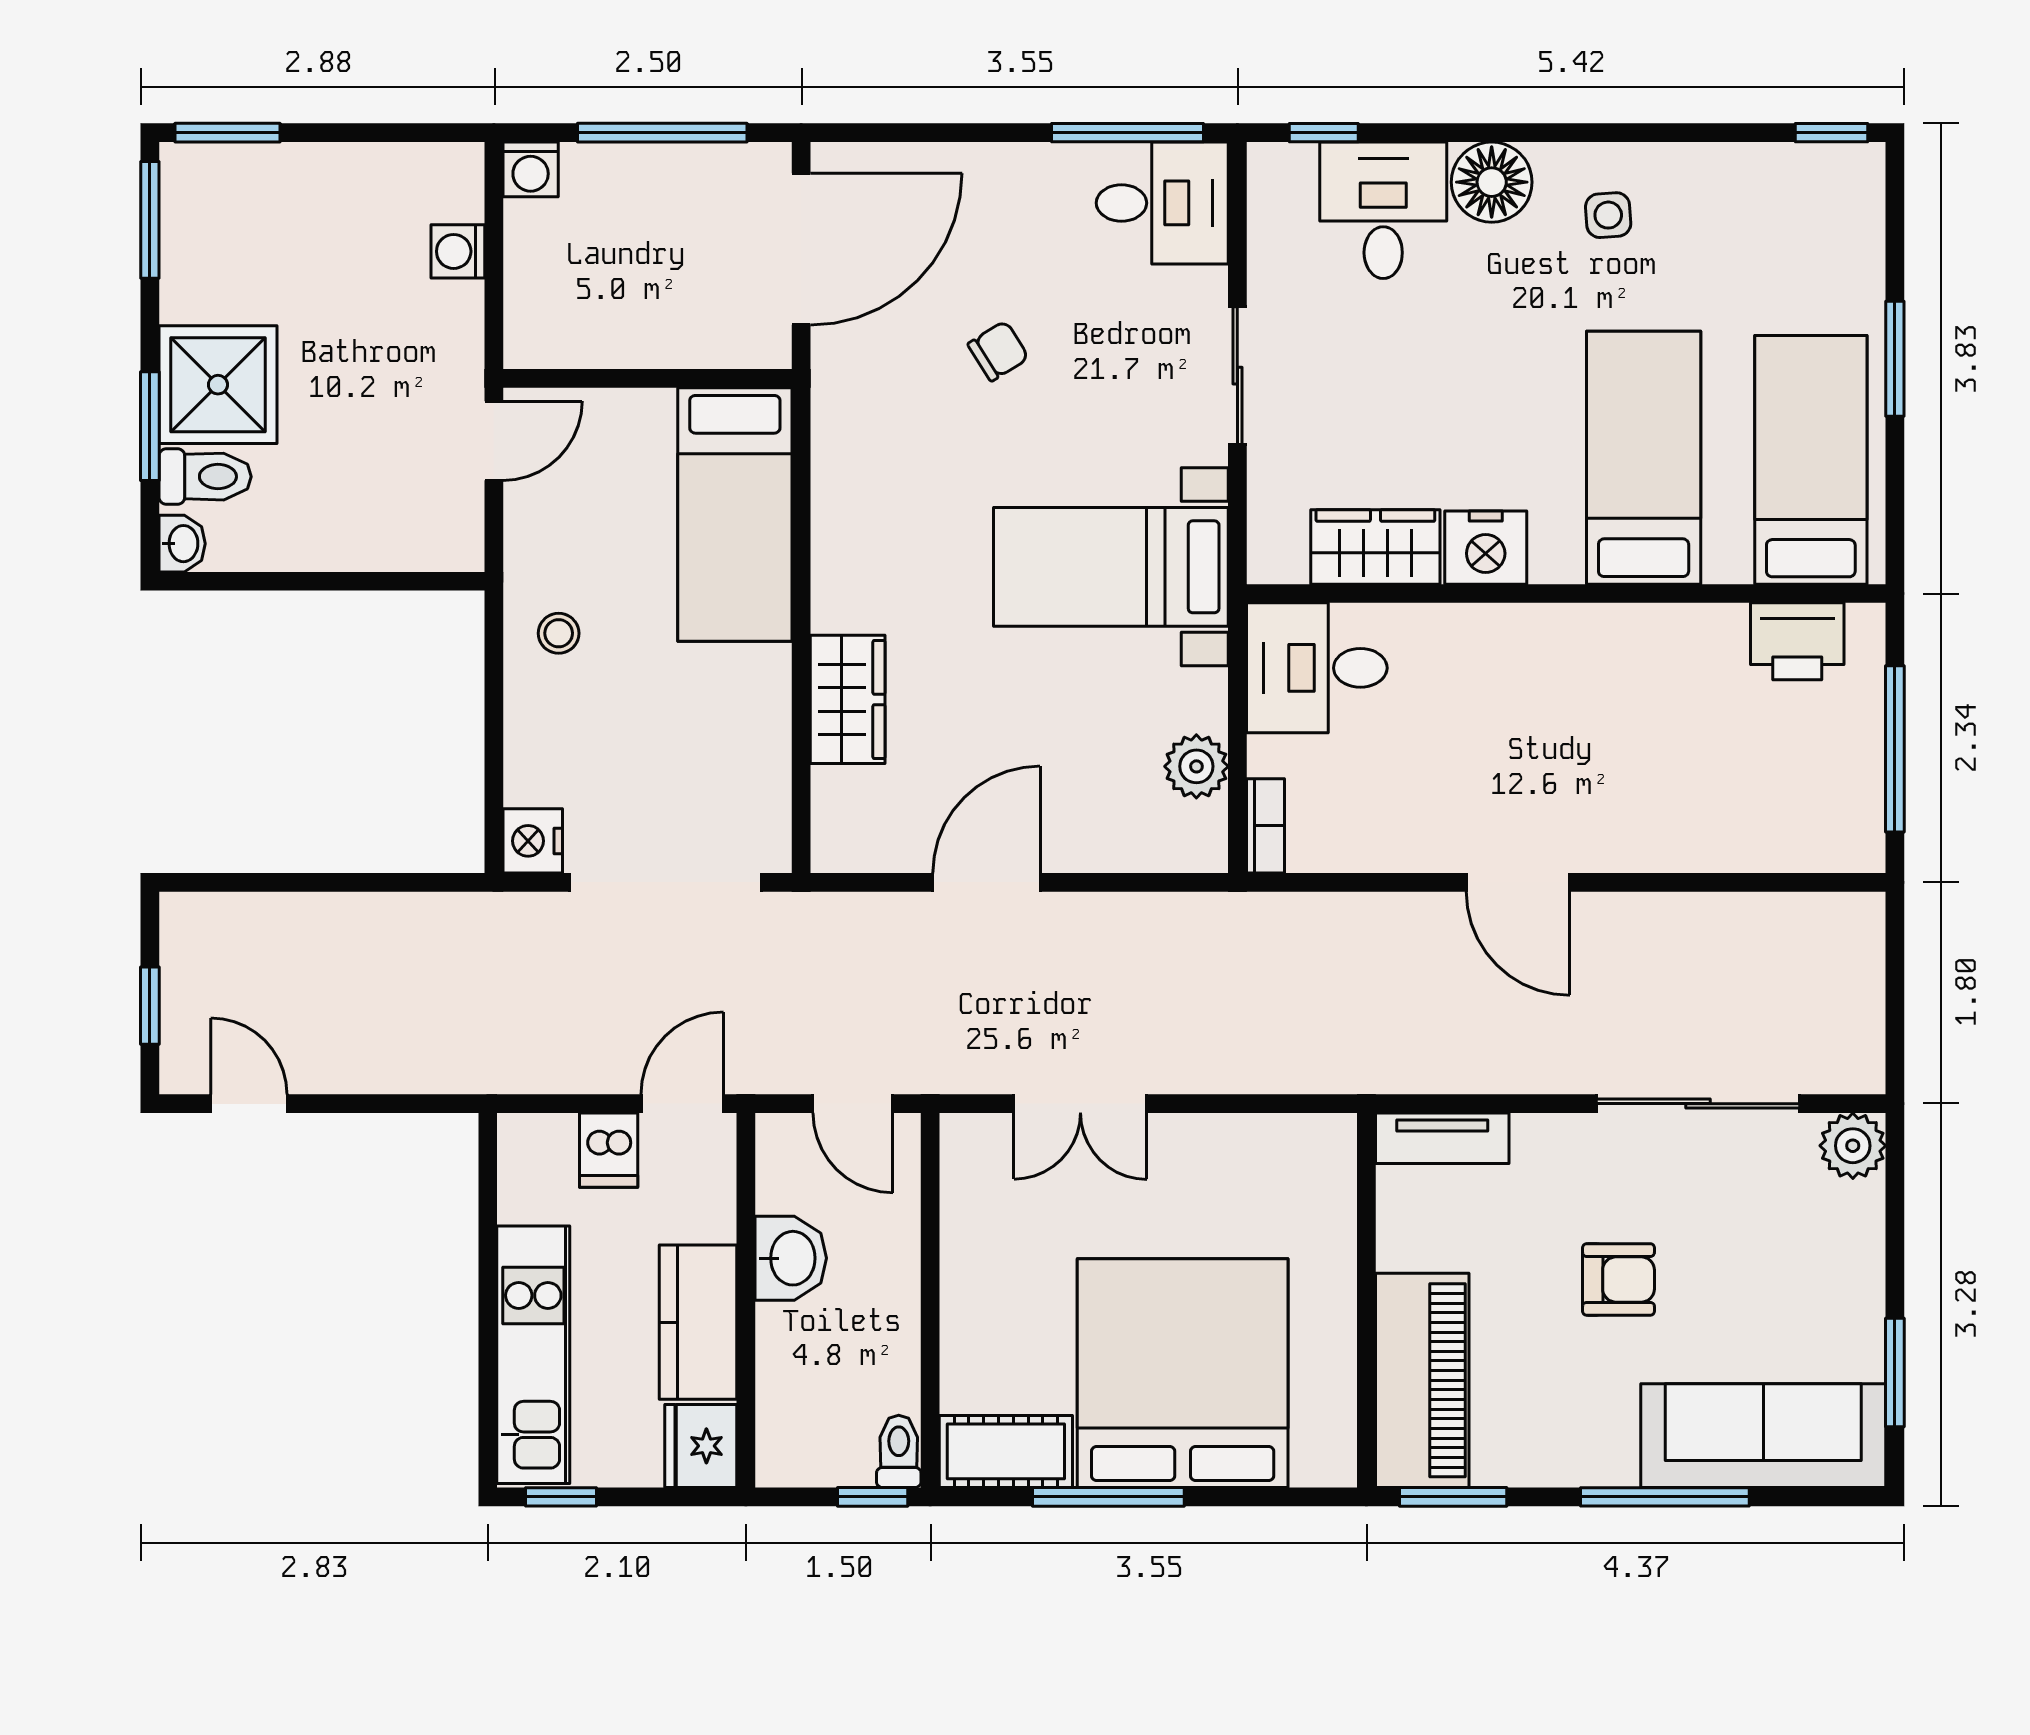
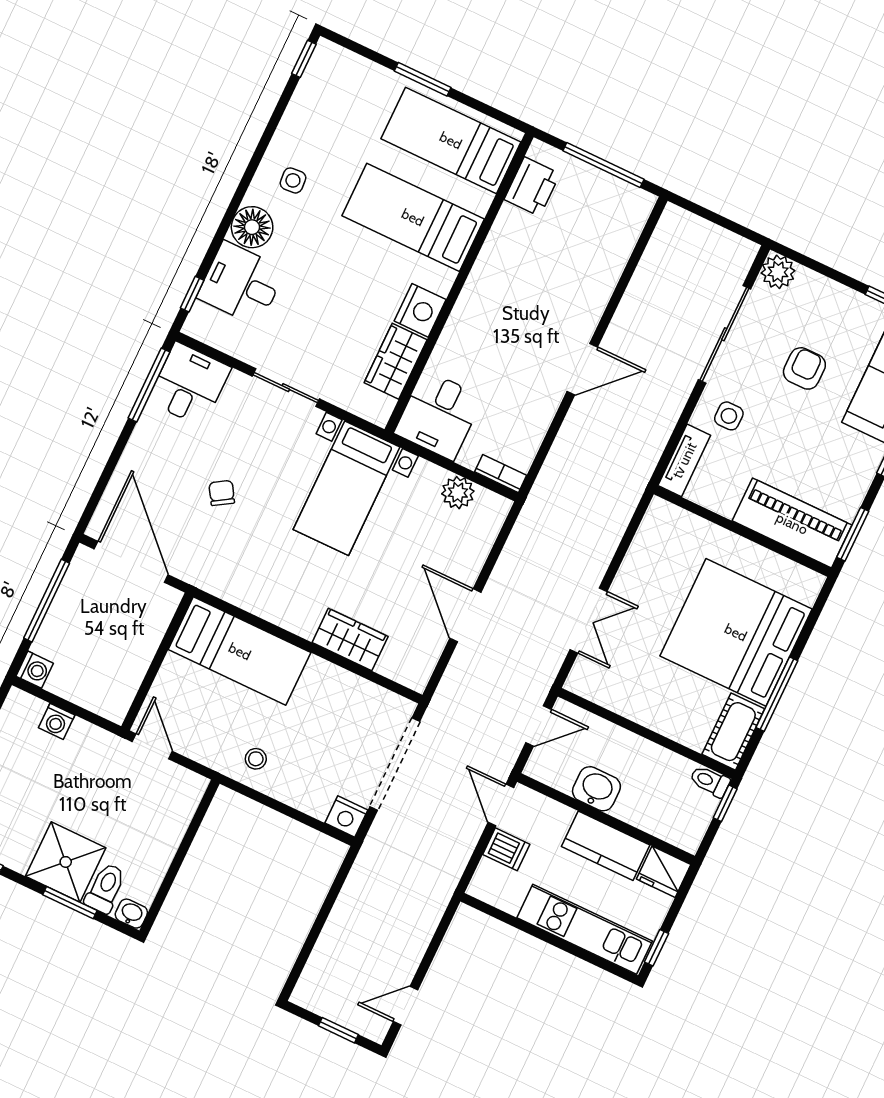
side table: (1558, 1180) -> (729, 416), added
armchair: (1619, 1279) -> (804, 368), moved

